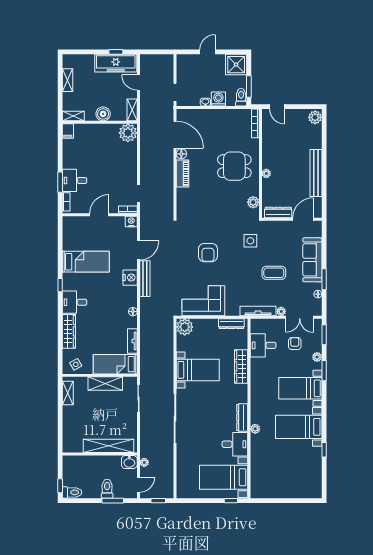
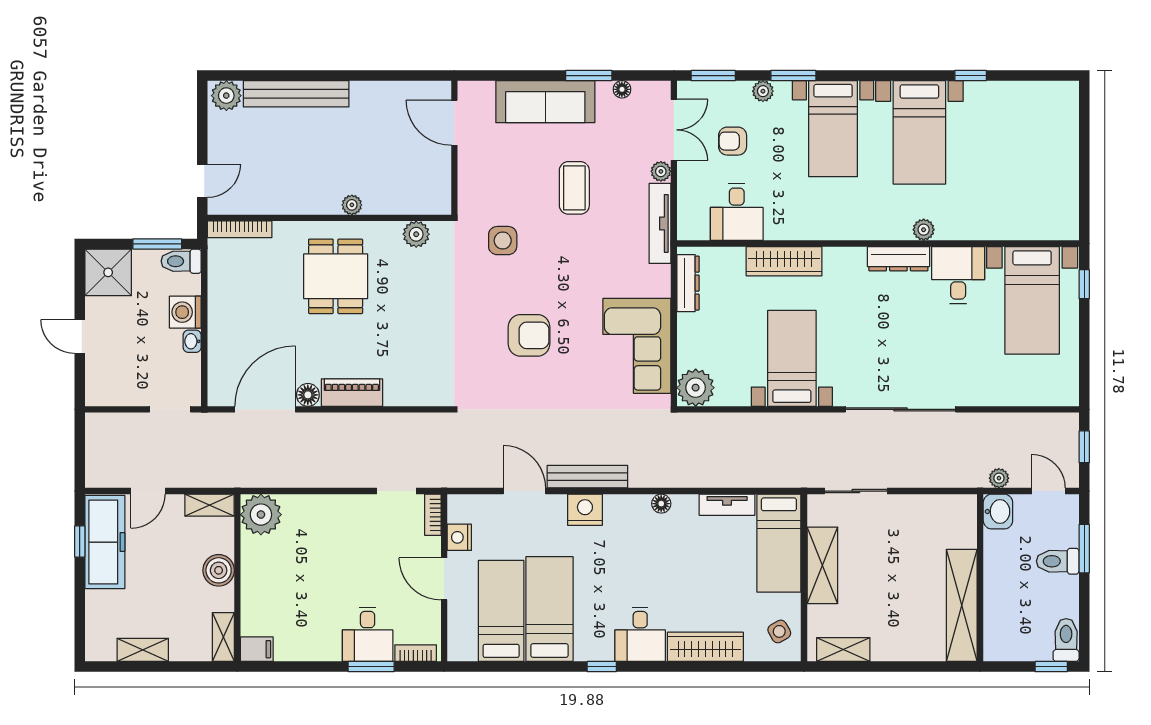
bench: (316, 173) -> (296, 94), moved
dresser: (278, 213) -> (439, 178), removed
nightstand: (131, 221) -> (459, 537), moved
bed: (85, 240) -> (501, 611), added
shelving: (108, 446) -> (962, 605), moved

